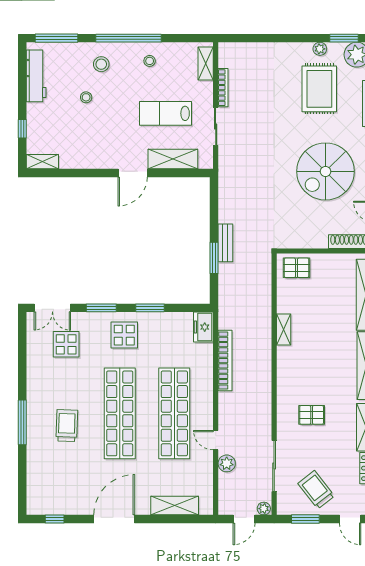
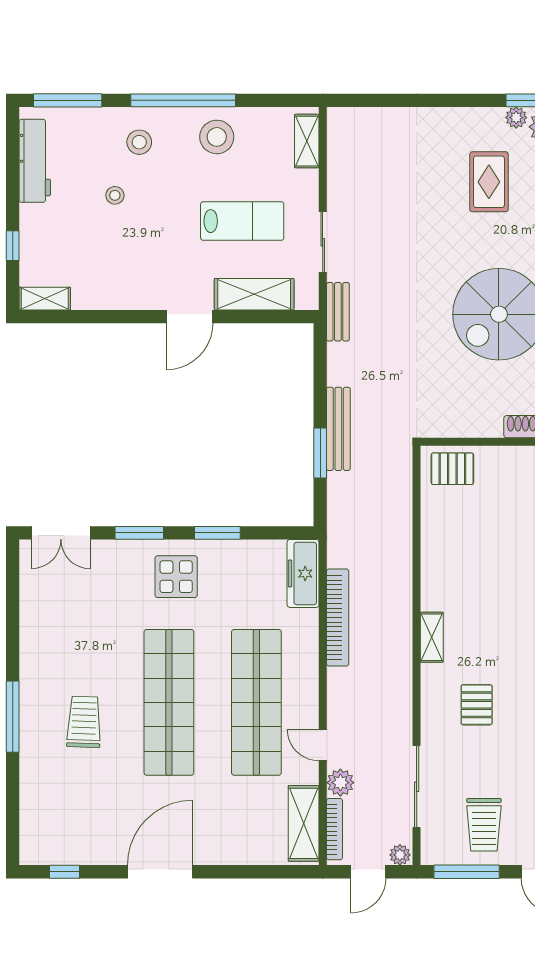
plant: (320, 49) -> (516, 118), moved
stool: (150, 61) -> (217, 137), width x1.89, depth x1.89
bookcase: (223, 88) -> (335, 829), moved
rug: (319, 89) -> (489, 182), width x0.73, depth x0.70
lab bench: (165, 113) -> (242, 221), turned 180
bench: (225, 170) -> (338, 312), added
bench: (225, 243) -> (338, 429), width x1.36
freezer: (203, 327) -> (303, 573), width x1.40
shelving: (284, 329) -> (432, 637), moved
display table: (66, 344) -> (83, 592), removed
pallet: (312, 415) -> (477, 705), turned 90
trolley: (316, 490) -> (484, 825), turned -142
shelving: (175, 506) -> (304, 823), moved, turned 90
window: (305, 519) -> (467, 872), width x1.44

